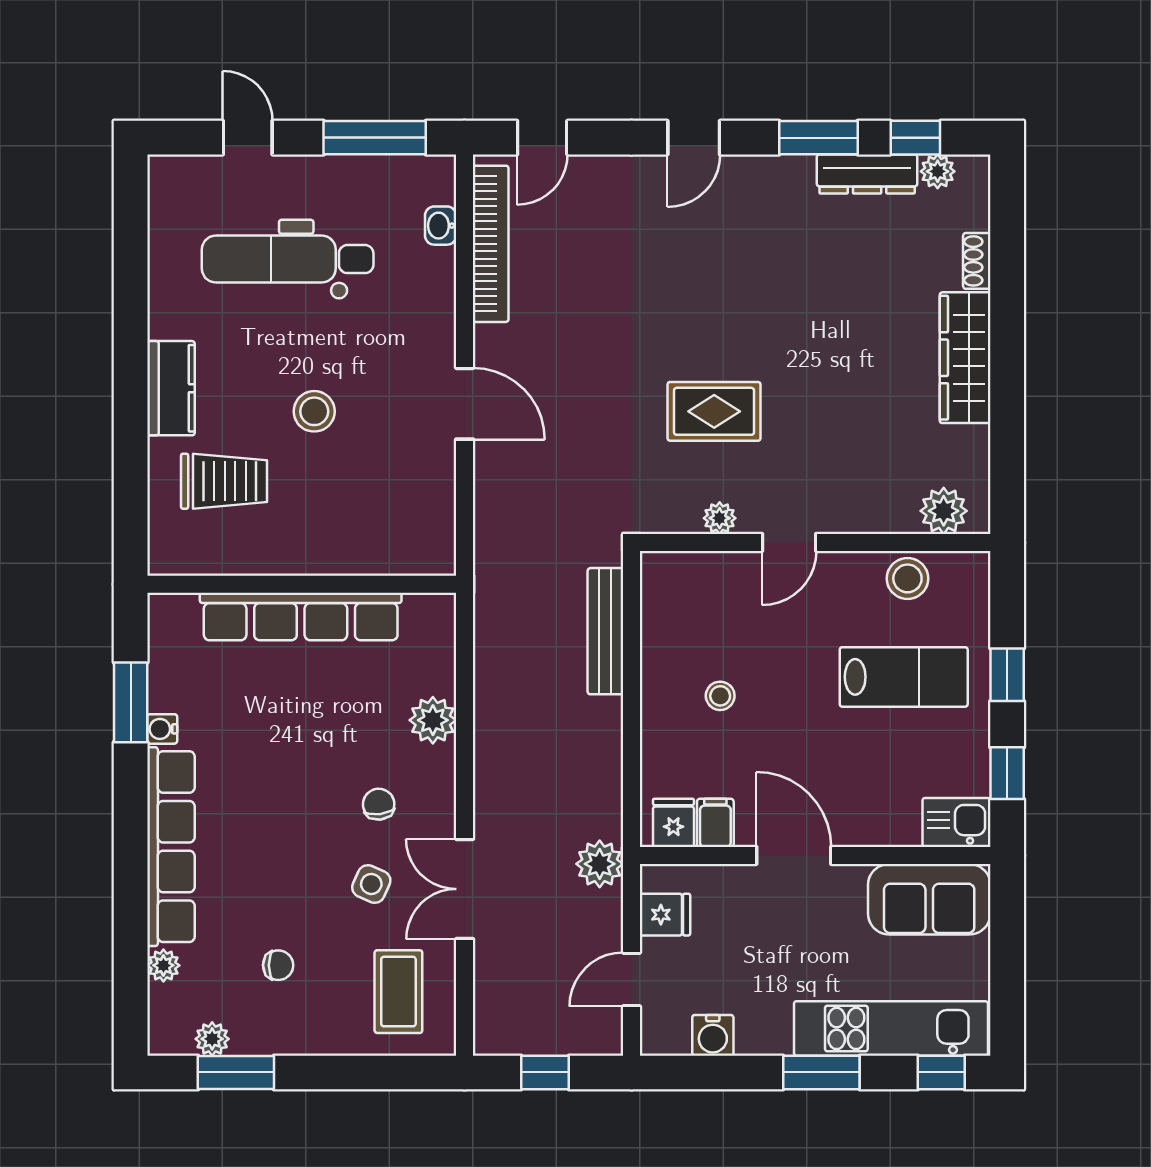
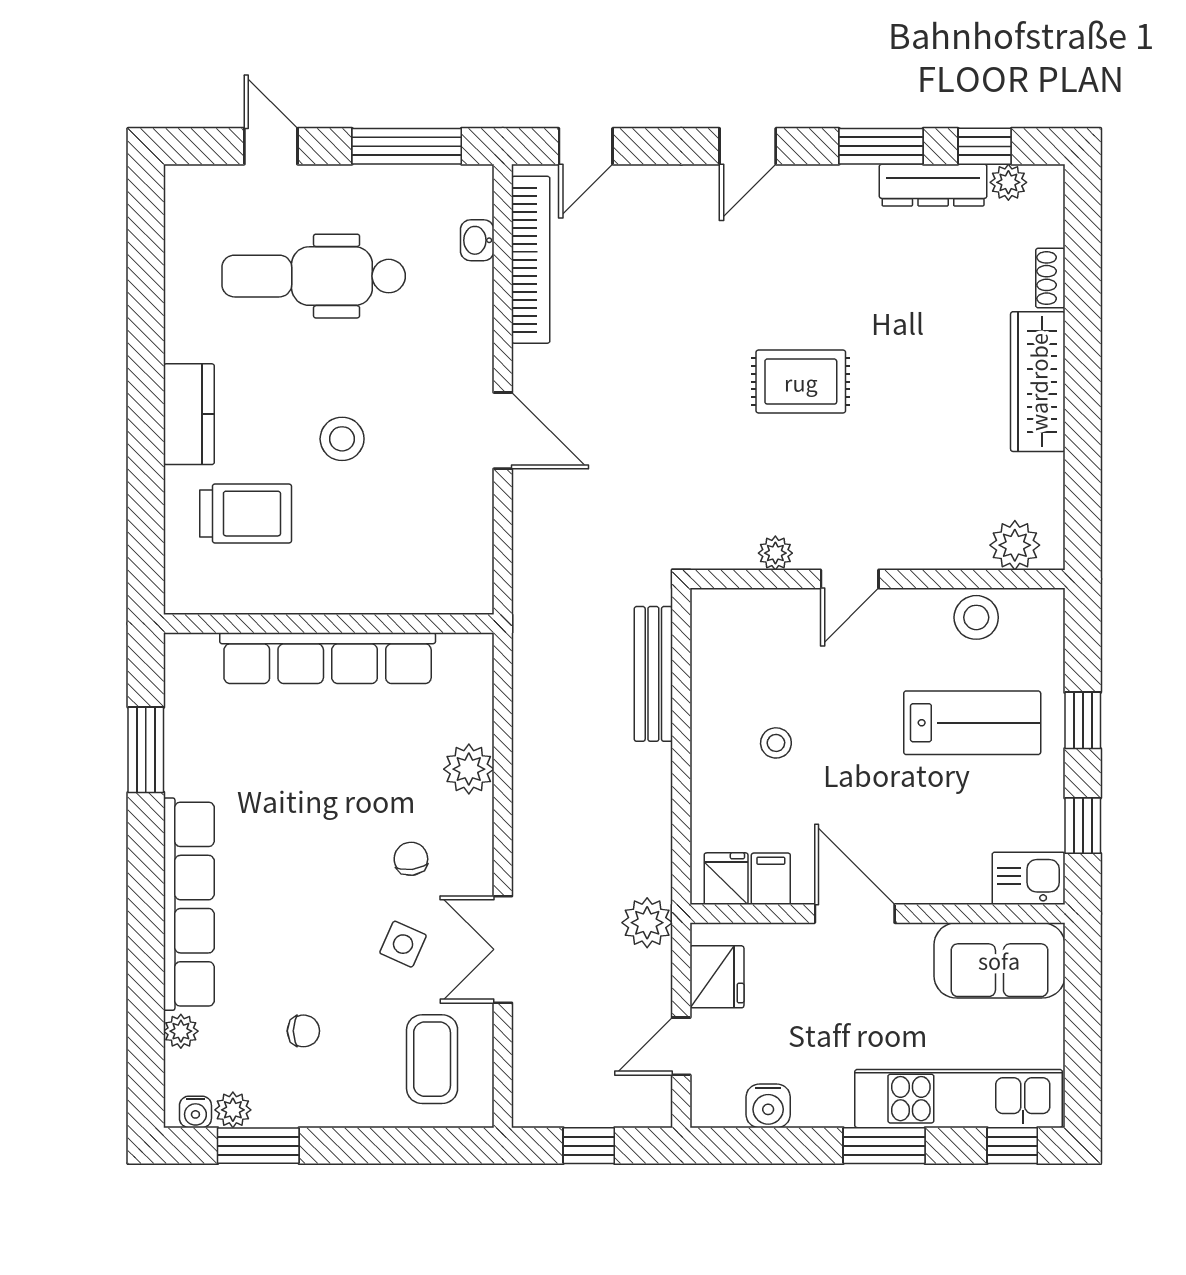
rug: (714, 411) -> (801, 382), moved
water cooler: (162, 729) -> (195, 1112), moved, turned -90
fridge: (665, 915) -> (717, 977), width x1.38

